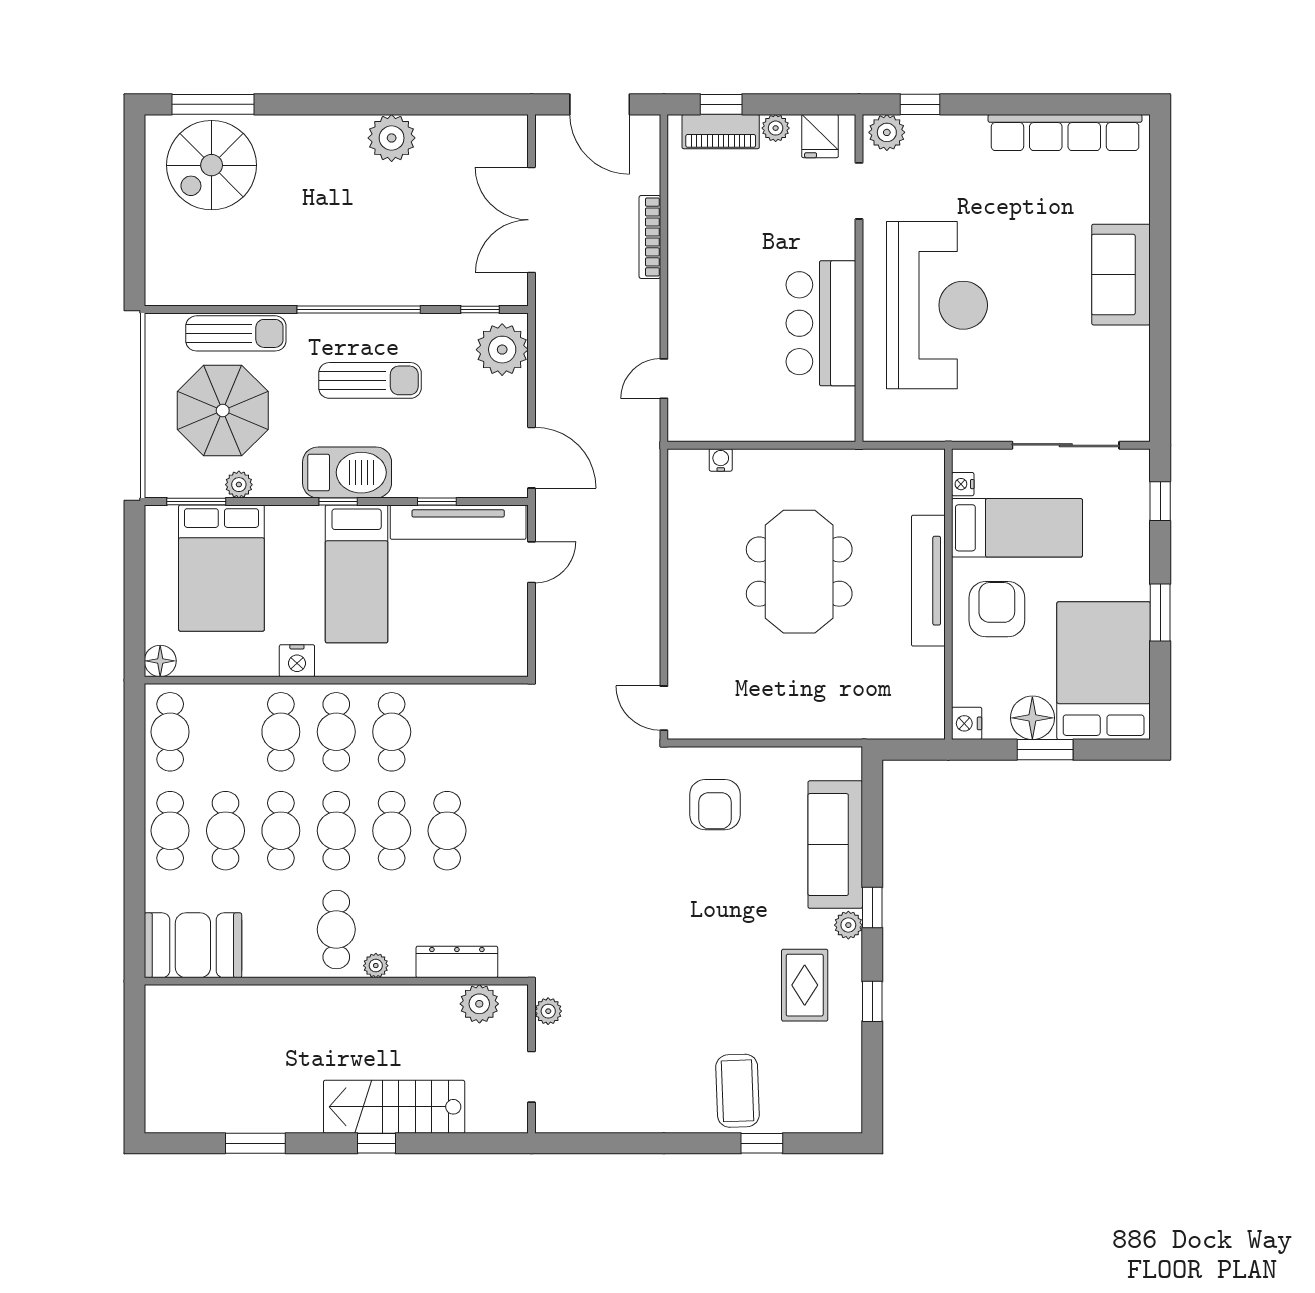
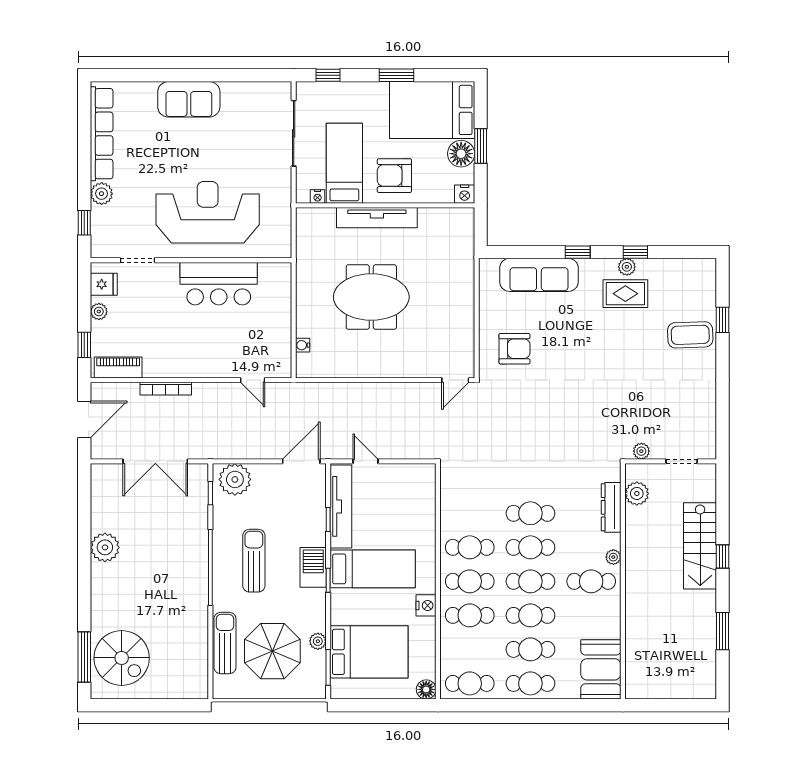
piano: (721, 132) -> (118, 368), moved, turned -90
plant: (887, 132) -> (102, 194), moved
barbecue: (347, 473) -> (313, 567), width x0.73, depth x0.83
plant: (848, 925) -> (627, 267), moved

